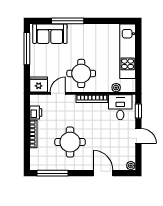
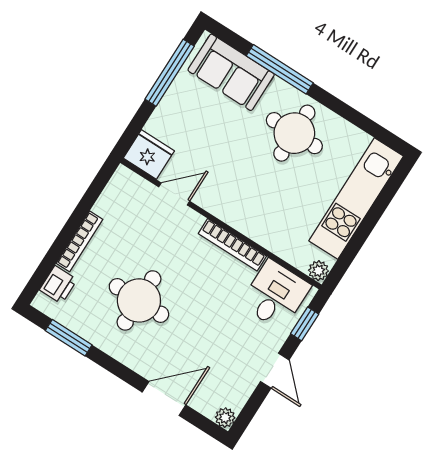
round table: (81, 73) -> (294, 133), moved
plant: (116, 88) -> (318, 271), moved
printer: (36, 113) -> (58, 285), moved
window: (52, 173) -> (69, 338), width x0.69
door: (103, 173) -> (164, 399), hinge flipped

